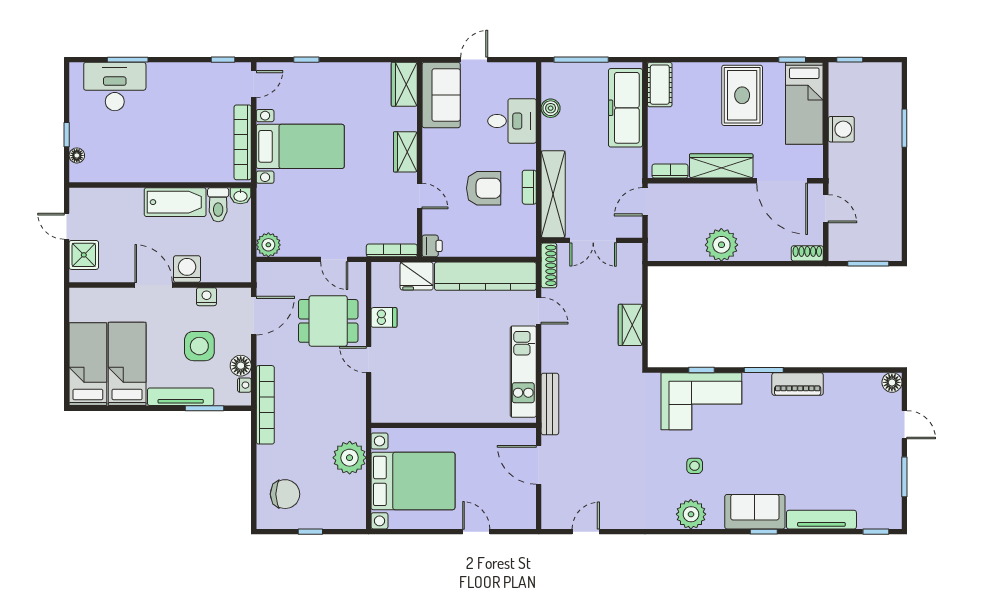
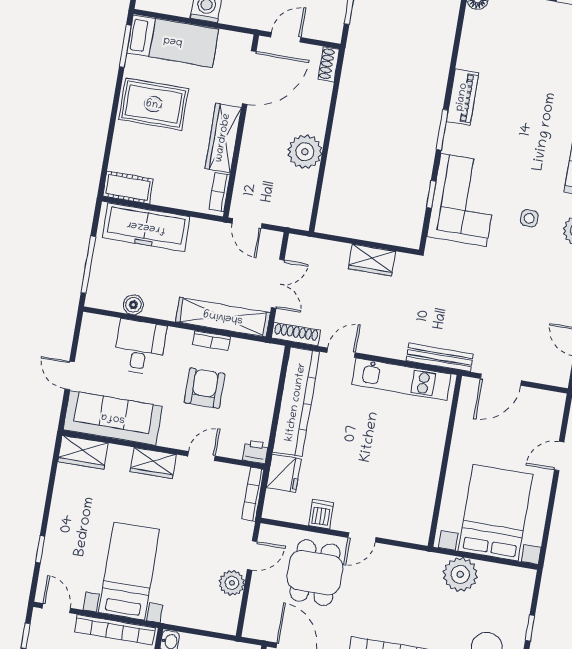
window: (792, 60) -> (125, 46), width x1.50
sofa: (441, 95) -> (113, 418), width x1.36
plant: (268, 245) -> (232, 583), moved

